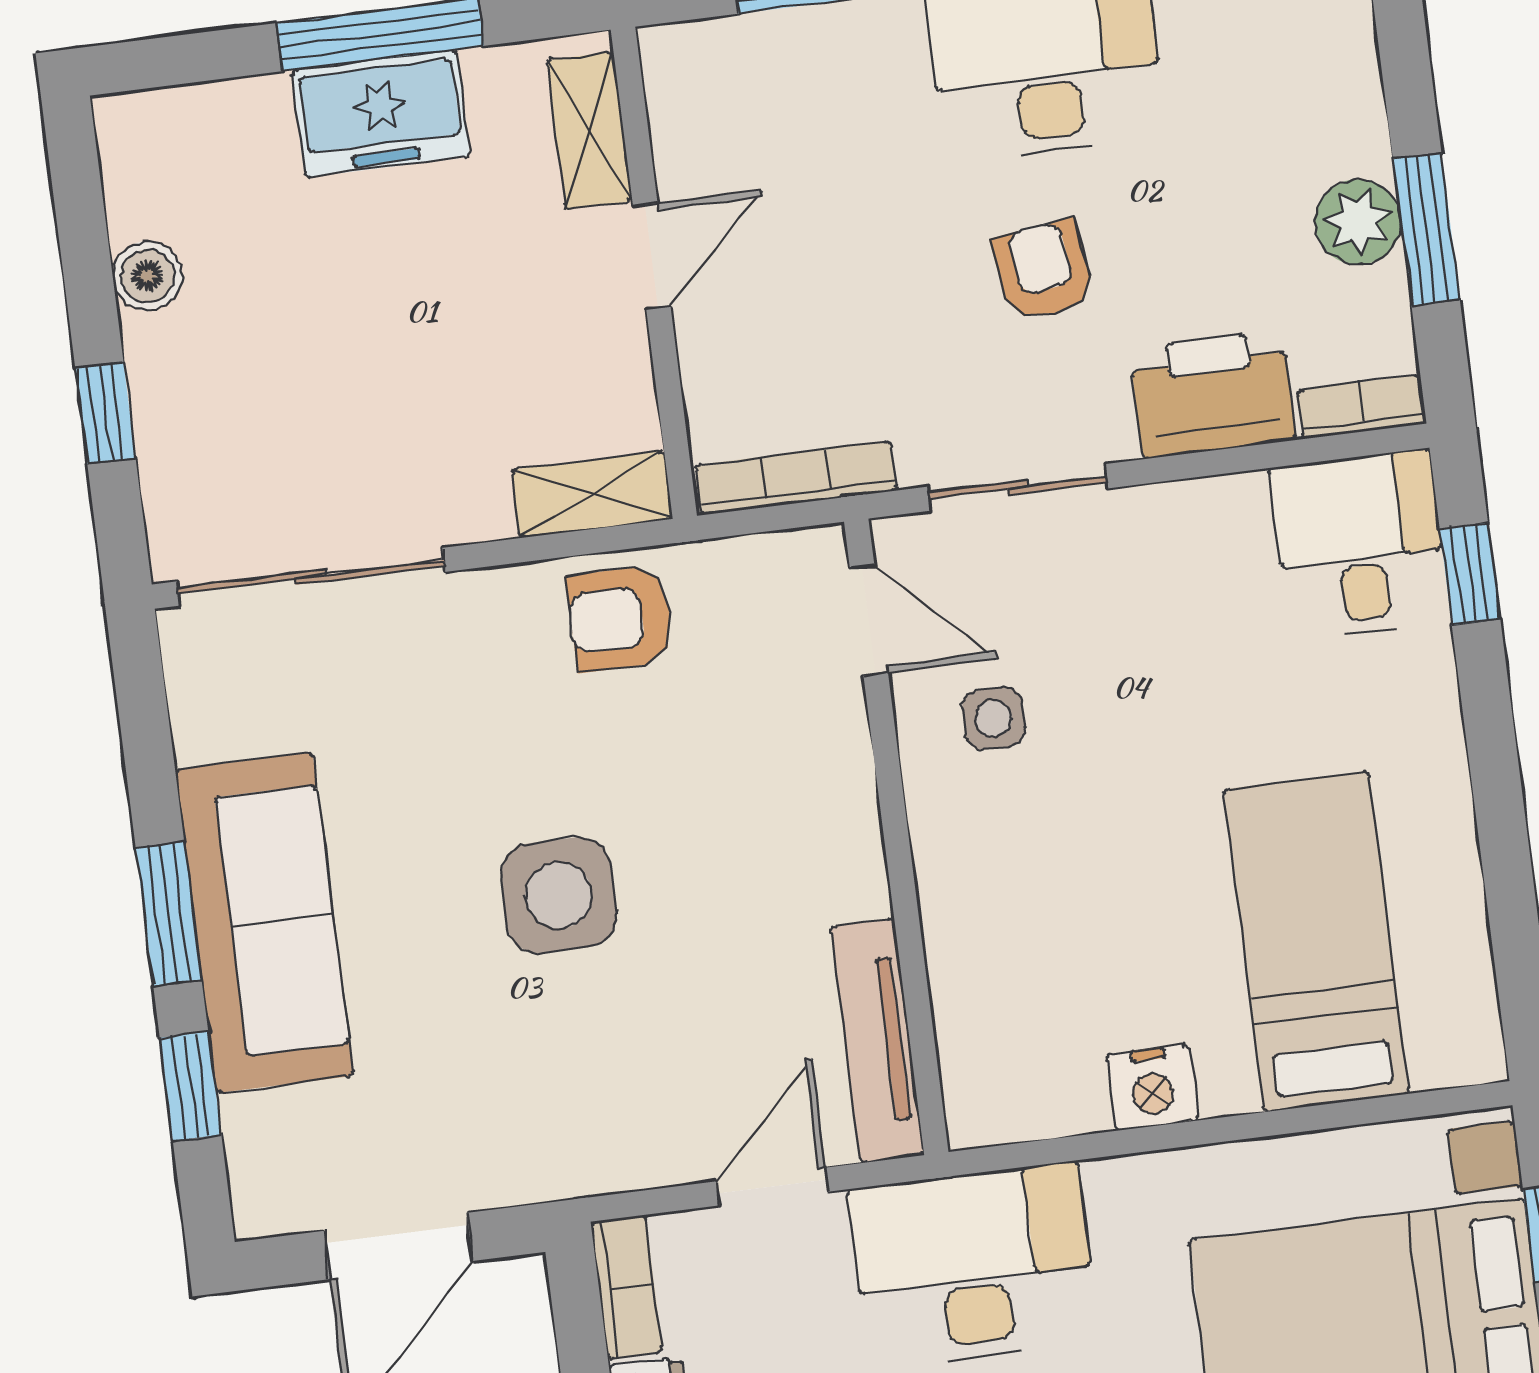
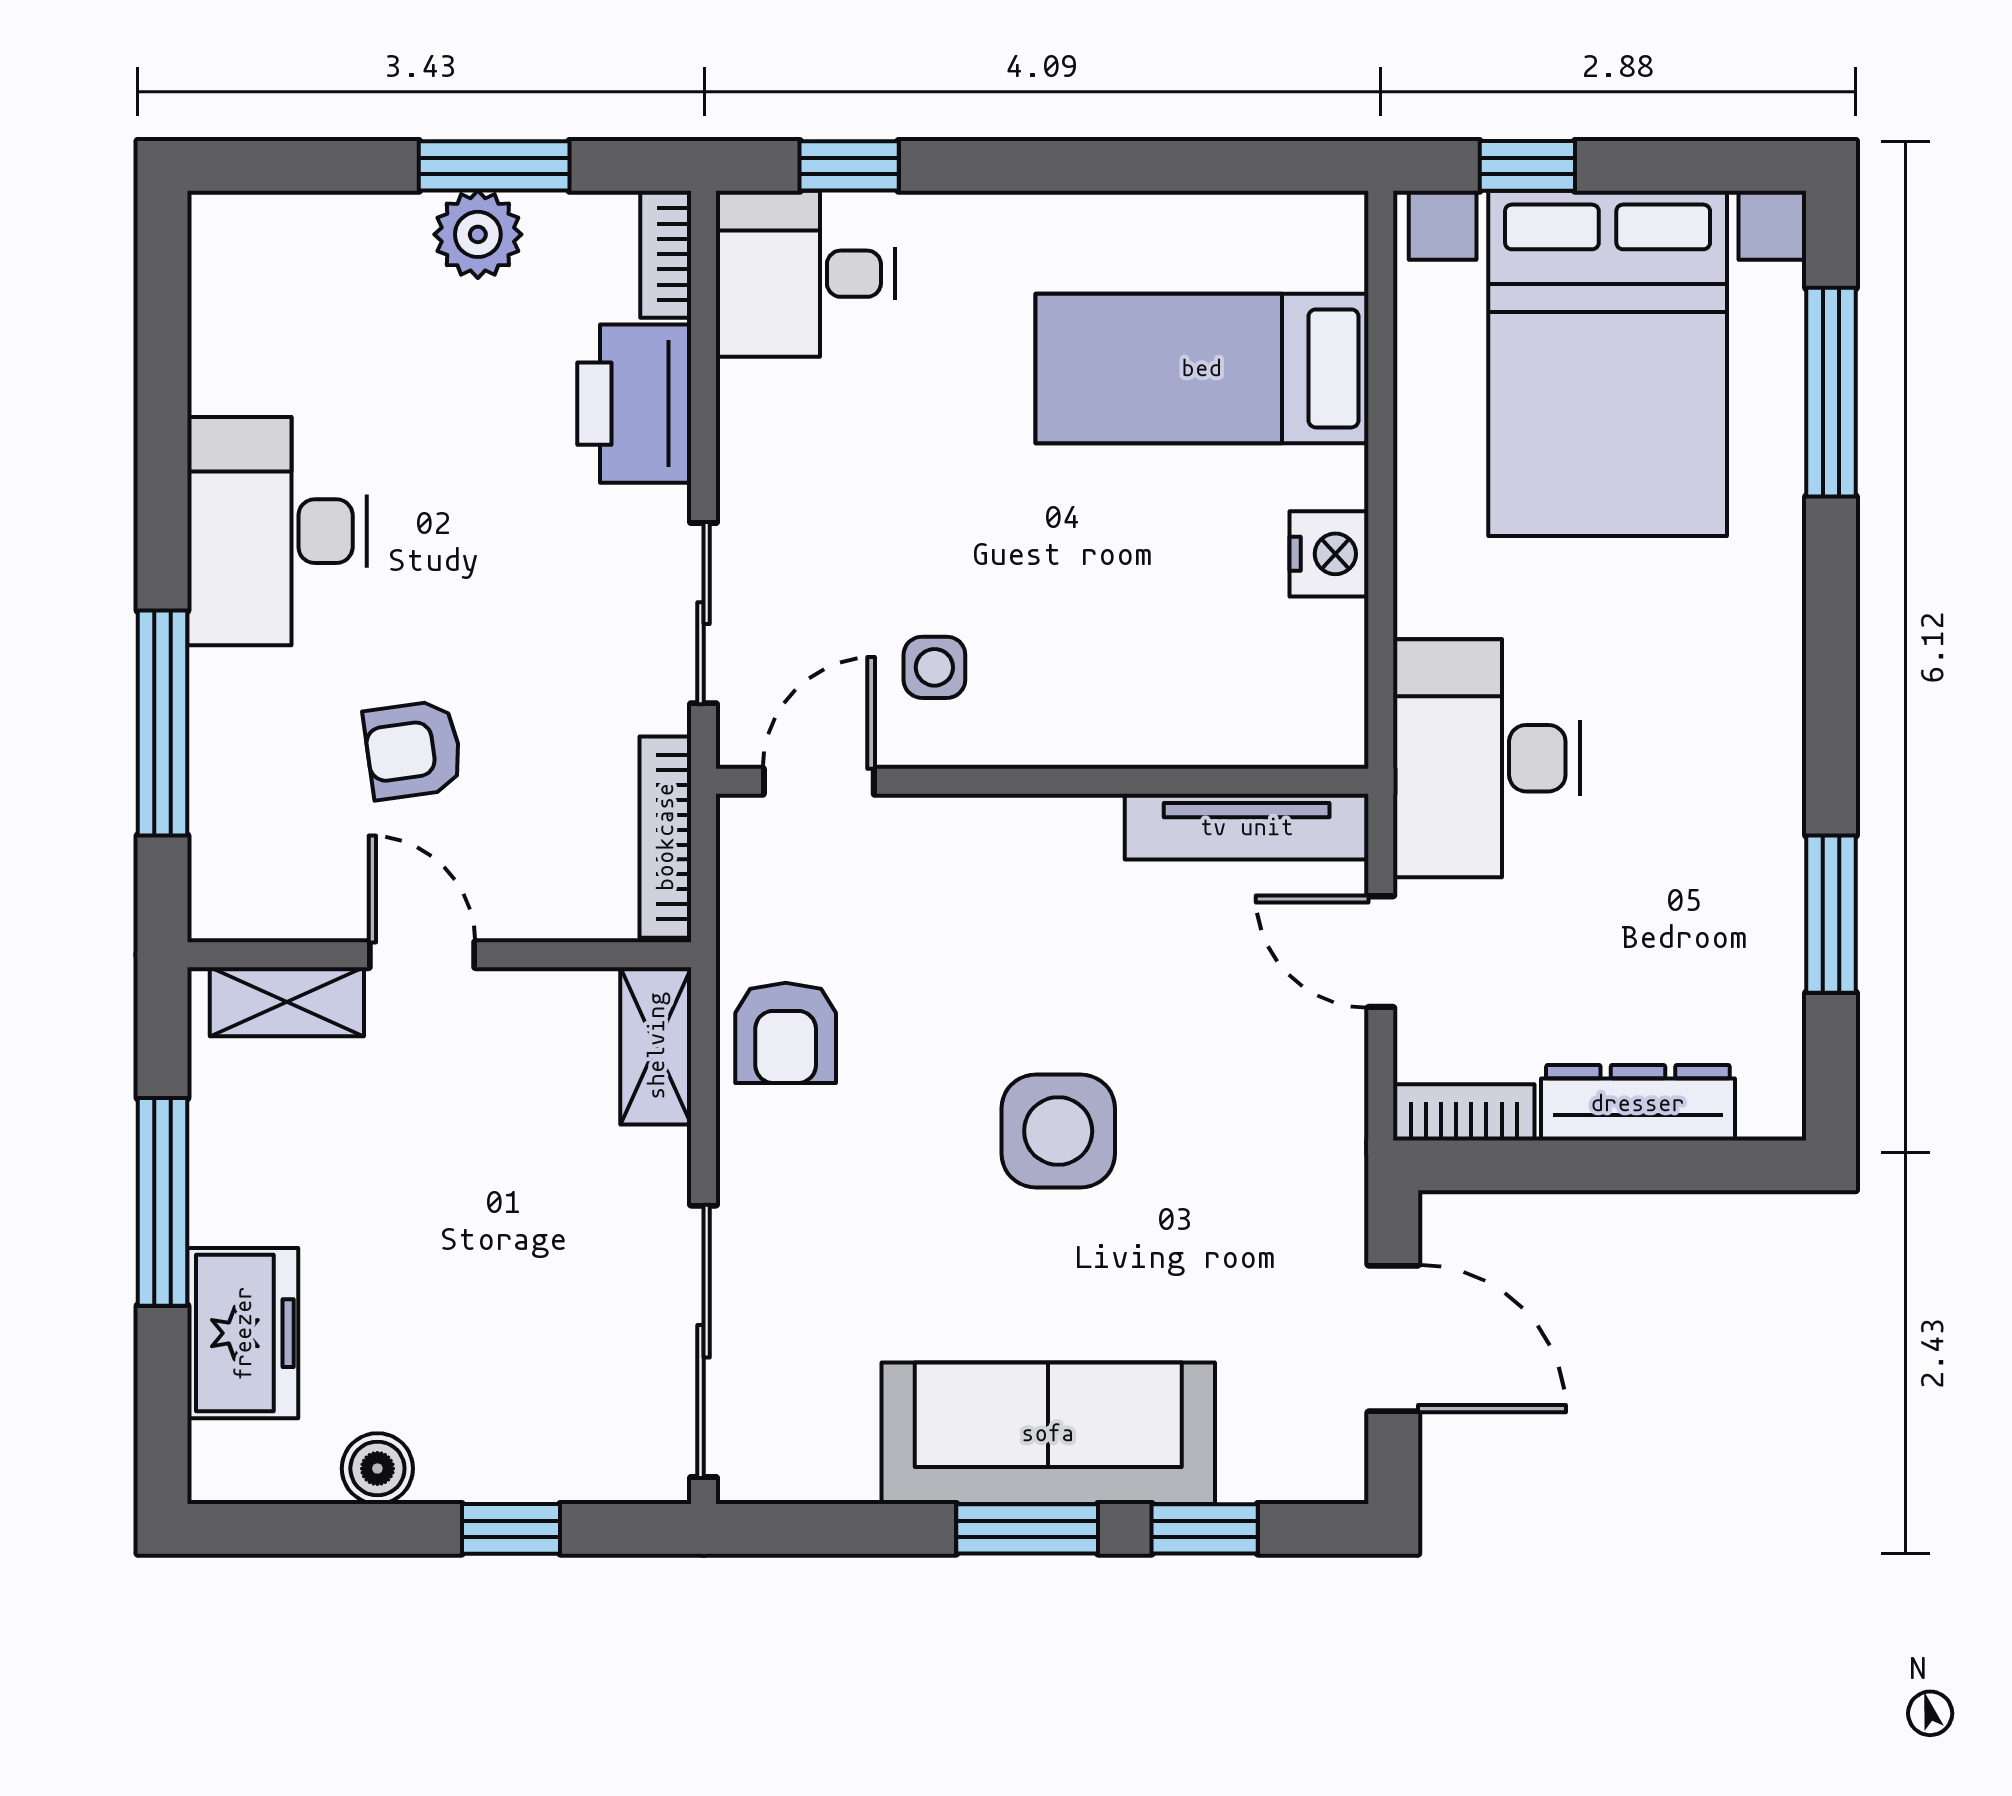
freezer: (381, 113) -> (243, 1333), moved
armchair: (1043, 270) -> (413, 750), moved

